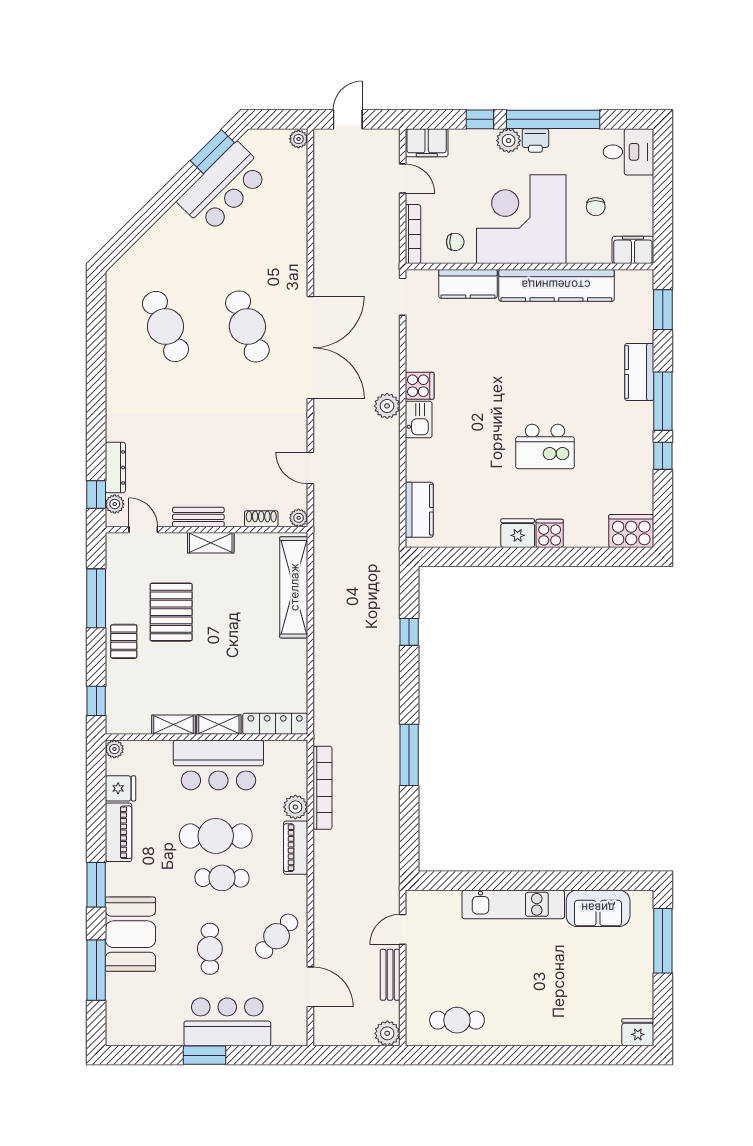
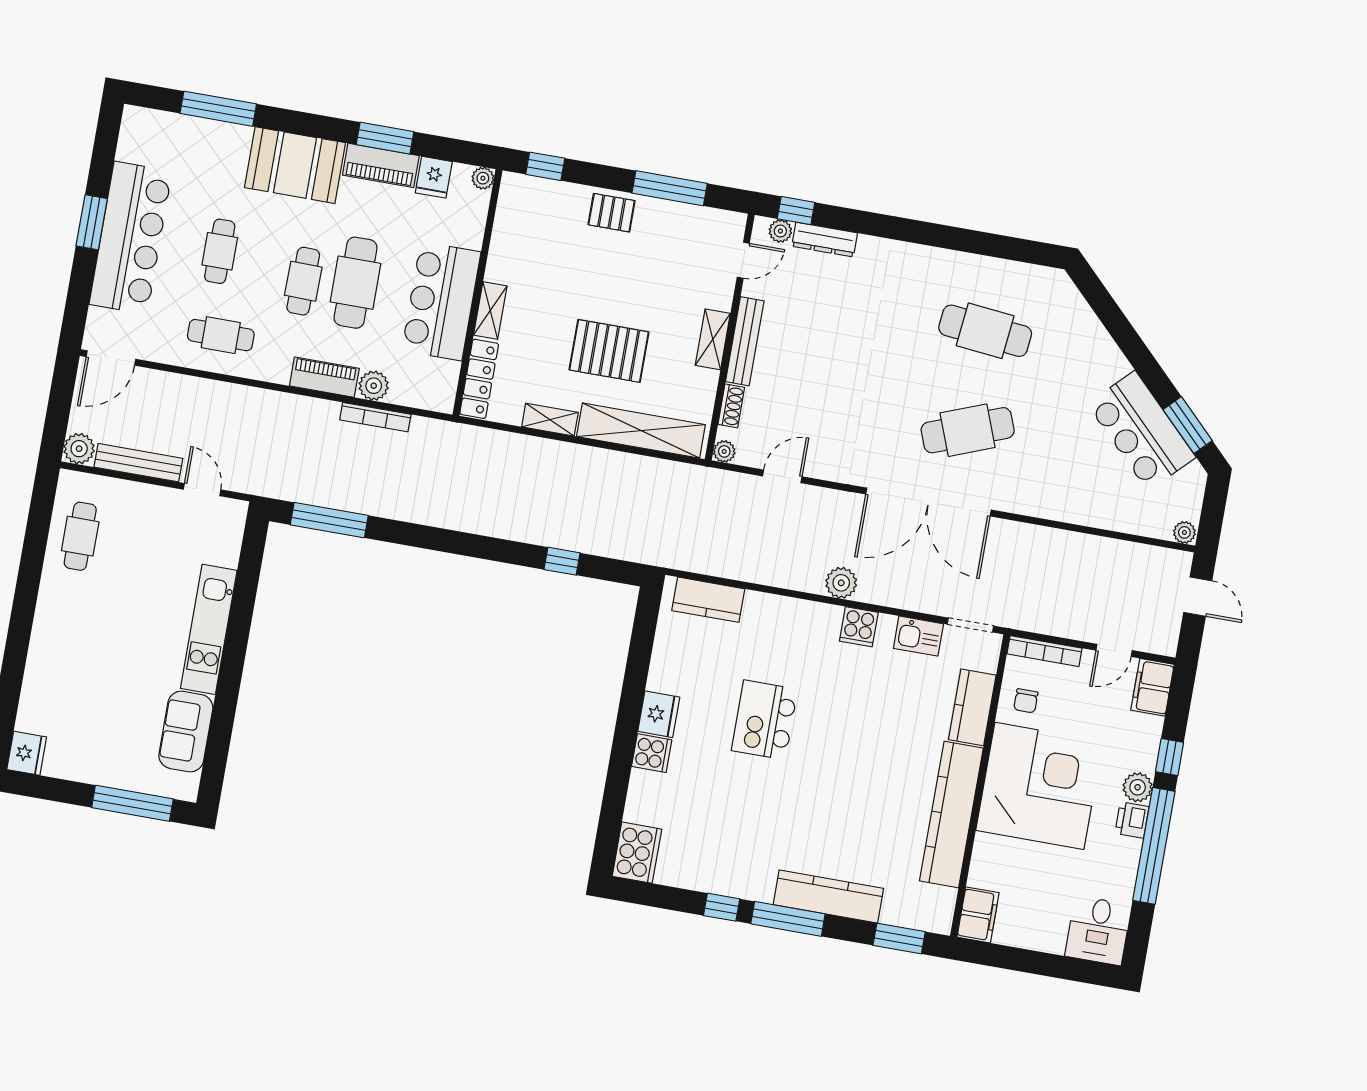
chair: (596, 207) -> (1039, 879), removed
cafe table: (166, 326) -> (985, 331), turned 30
kitchen counter: (639, 372) -> (828, 897), width x1.50
kitchen sink: (419, 419) -> (918, 636), moved
kitchen island: (545, 446) -> (765, 720), moved
bench: (198, 517) -> (745, 341), width x1.36
pallet: (171, 612) -> (609, 351), moved
shelving: (173, 725) -> (550, 420), moved, turned 90
window: (409, 755) -> (329, 520), moved
bookcase: (323, 788) -> (375, 417), width x0.68, depth x0.76
window: (96, 885) -> (385, 138), moved
booth: (130, 934) -> (295, 165), moved
cafe table: (277, 936) -> (221, 335), turned -42
cafe table: (210, 949) -> (220, 251), turned 90
bench: (390, 975) -> (138, 463), width x1.36
door: (310, 987) -> (111, 358), moved
bar counter: (227, 1022) -> (131, 238), width x1.36

